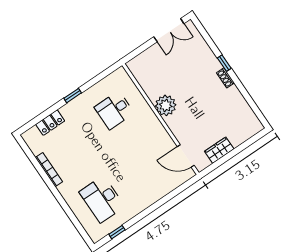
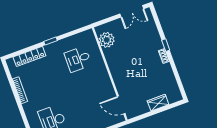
plant: (166, 105) -> (107, 40), moved
locker: (50, 123) -> (29, 56), width x1.53
wardrobe: (219, 150) -> (158, 103), moved

